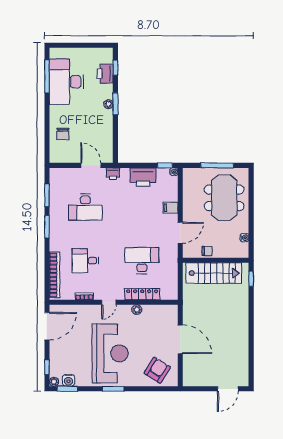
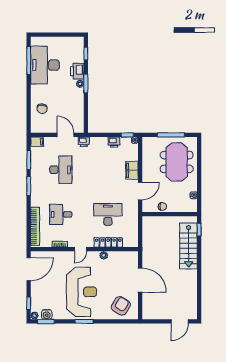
printer: (105, 74) -> (77, 71), moved
filing cabinet: (57, 174) -> (37, 142), added
printer: (143, 177) -> (114, 142), width x0.53, depth x0.68
desk: (85, 207) -> (61, 170), turned -90
filing cabinet: (171, 208) -> (132, 170), width x2.00
stairs: (214, 273) -> (188, 246), moved, turned 90

